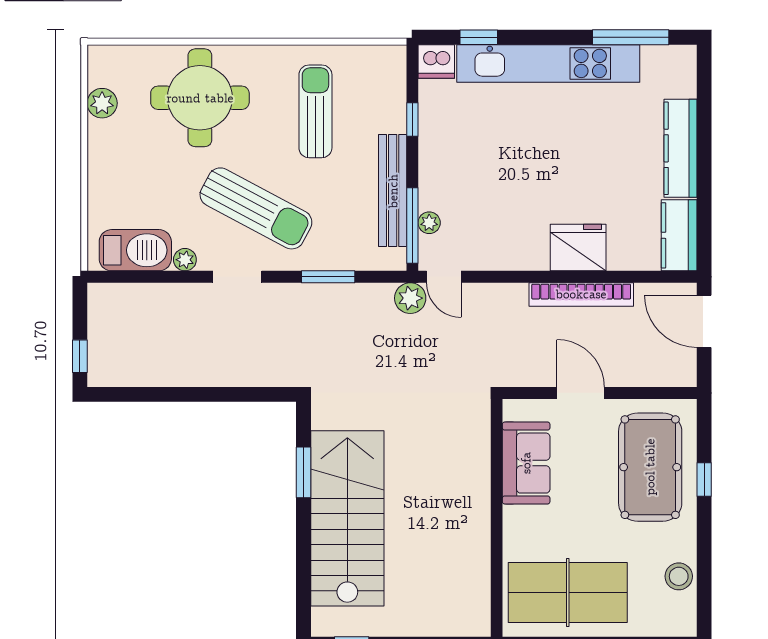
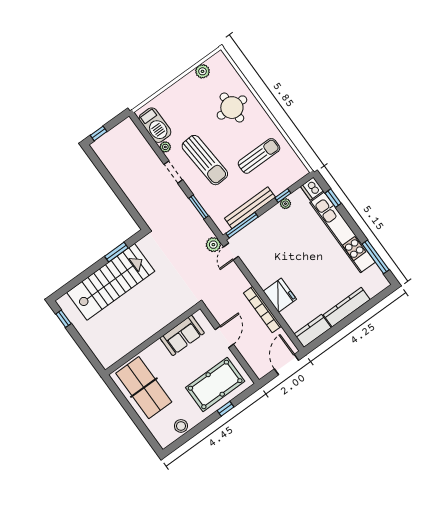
round table: (200, 98) -> (232, 108), width x0.73, depth x0.73
sun lounger: (256, 208) -> (205, 160), turned -32
plant: (429, 223) -> (285, 204), moved

